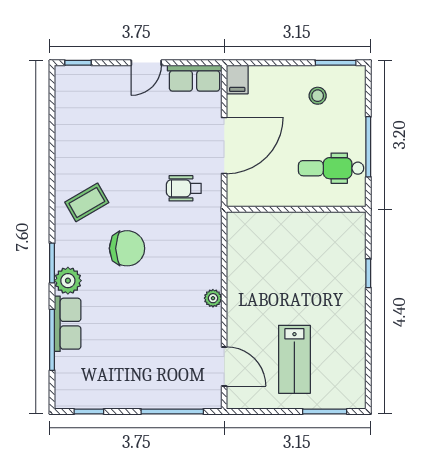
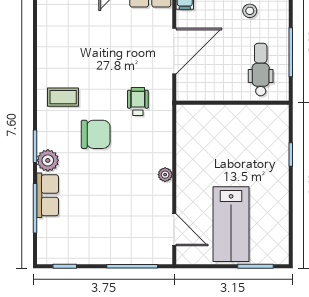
dental chair: (331, 168) -> (261, 69), turned 90
wheelchair: (184, 188) -> (138, 101), moved, turned 90
coffee table: (87, 202) -> (63, 97), turned 30
lab bench: (294, 359) -> (231, 224), width x1.36, depth x1.39

